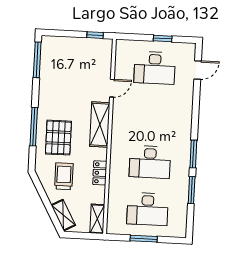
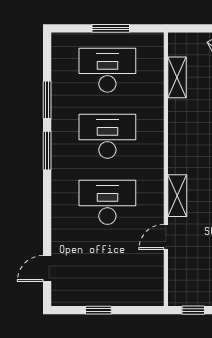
desk: (155, 68) -> (107, 202), moved
shelving: (100, 125) -> (177, 196), width x0.67, depth x0.75
locker: (100, 173) -> (177, 117), removed
shelving: (97, 219) -> (177, 77), moved

